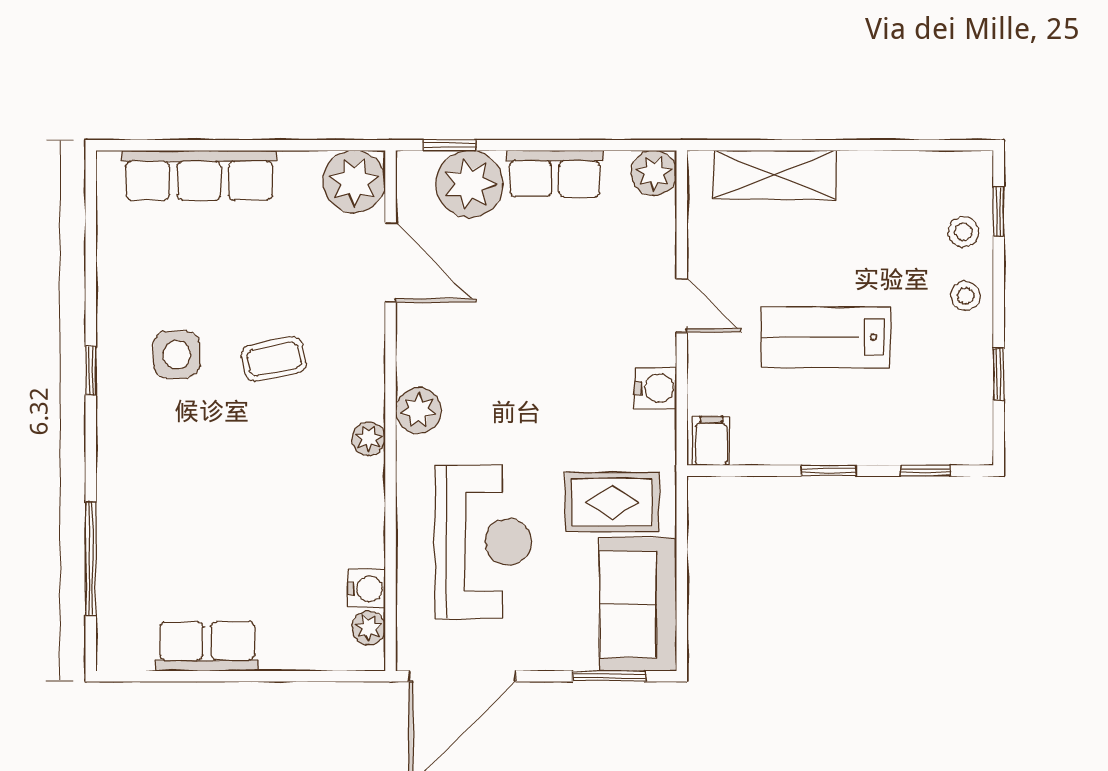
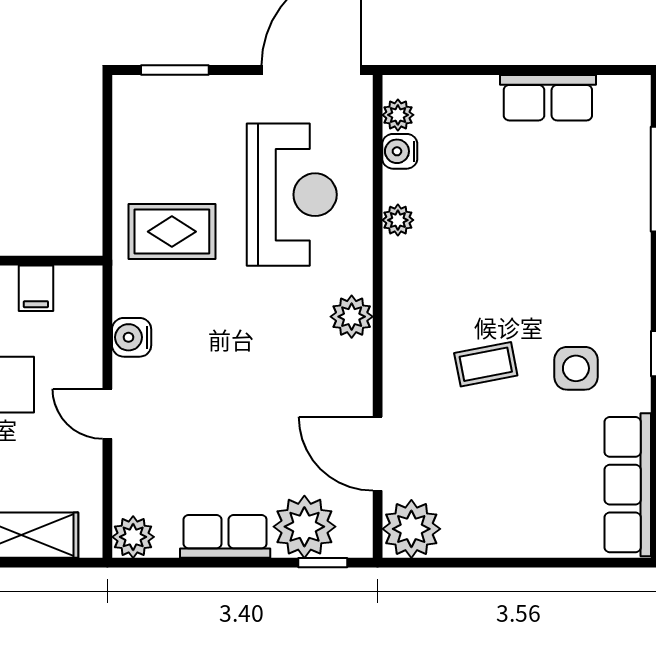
row of seats: (199, 175) -> (628, 485), moved, turned -90
plant: (369, 439) -> (398, 220), moved
filing cabinet: (711, 441) -> (36, 288), moved
reception desk: (483, 542) -> (292, 195), turned 180
sofa: (638, 604) -> (148, 137), removed

